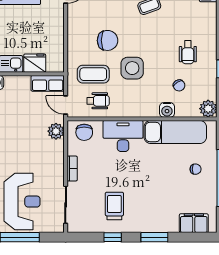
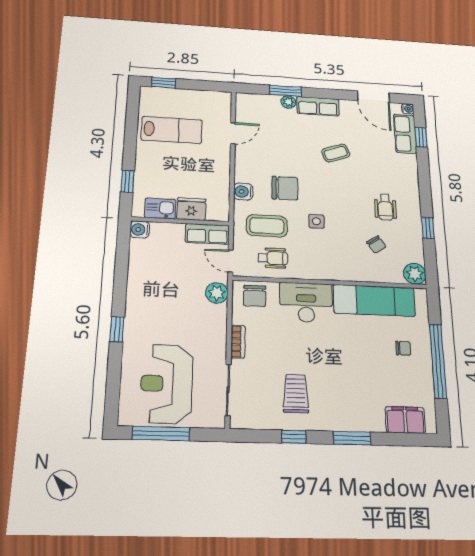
side table: (132, 68) -> (316, 221), width x0.54, depth x0.54
water cooler: (167, 110) -> (243, 192), moved, turned 90
reception desk: (22, 202) -> (167, 384), turned 180

